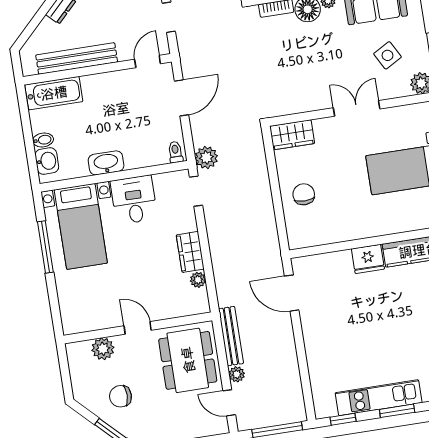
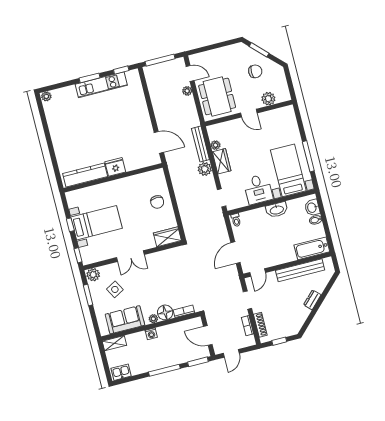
plant: (206, 157) -> (205, 169), moved
bench: (231, 336) -> (200, 144), moved

